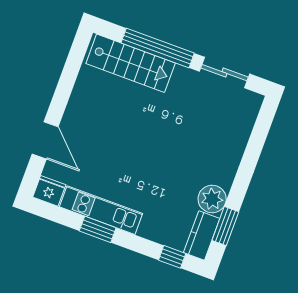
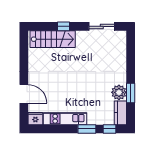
window: (158, 48) -> (63, 26), width x0.32
window: (225, 226) -> (131, 93), moved
window: (98, 229) -> (87, 129), moved

